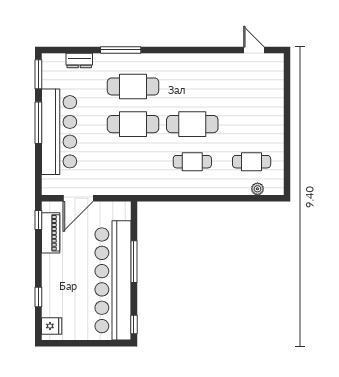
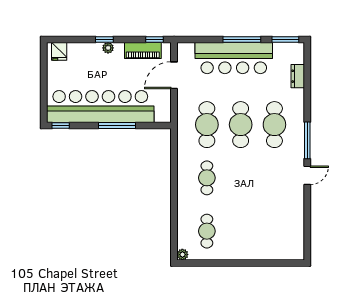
window: (121, 50) -> (307, 140), moved
door: (254, 50) -> (307, 175), moved
cafe table: (192, 124) -> (207, 125), moved
plant: (257, 189) -> (182, 255), moved
door: (78, 198) -> (174, 75), hinge flipped
plant: (48, 272) -> (108, 48), added
window: (38, 297) -> (104, 39), moved

